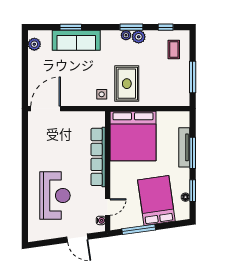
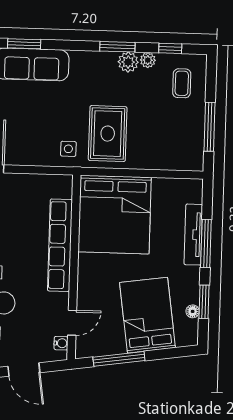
plant: (126, 35) -> (148, 60), moved

